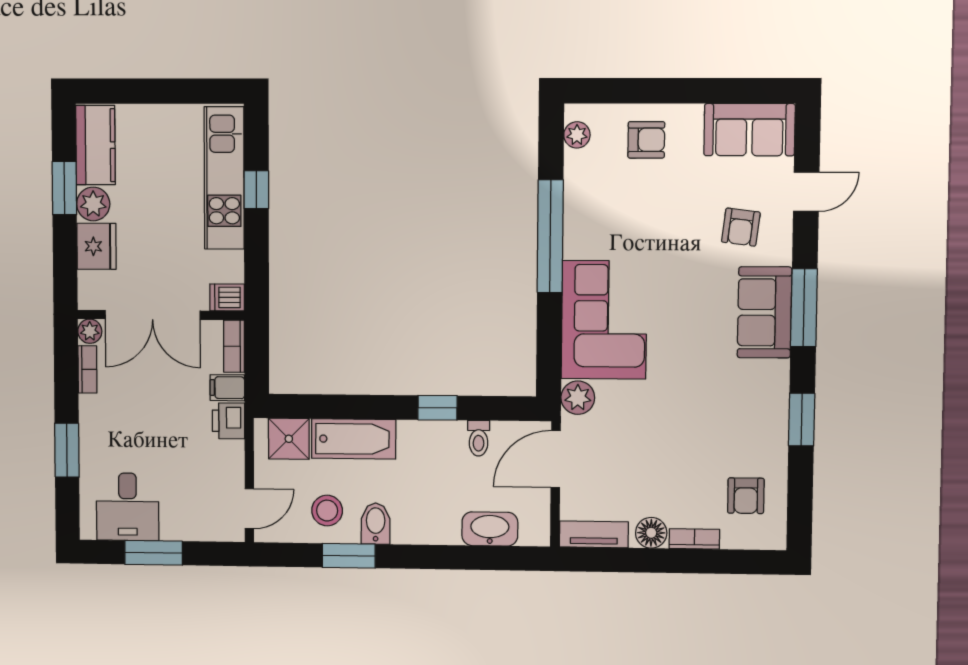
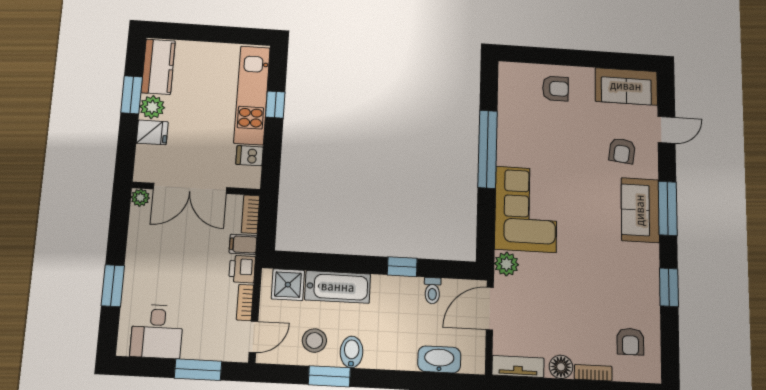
plant: (577, 135) -> (507, 82), removed
fridge: (97, 246) -> (152, 132), width x0.72
dishwasher: (227, 297) -> (250, 156), moved
bookcase: (87, 369) -> (245, 302), moved, turned 180
window: (154, 553) -> (198, 370), moved

